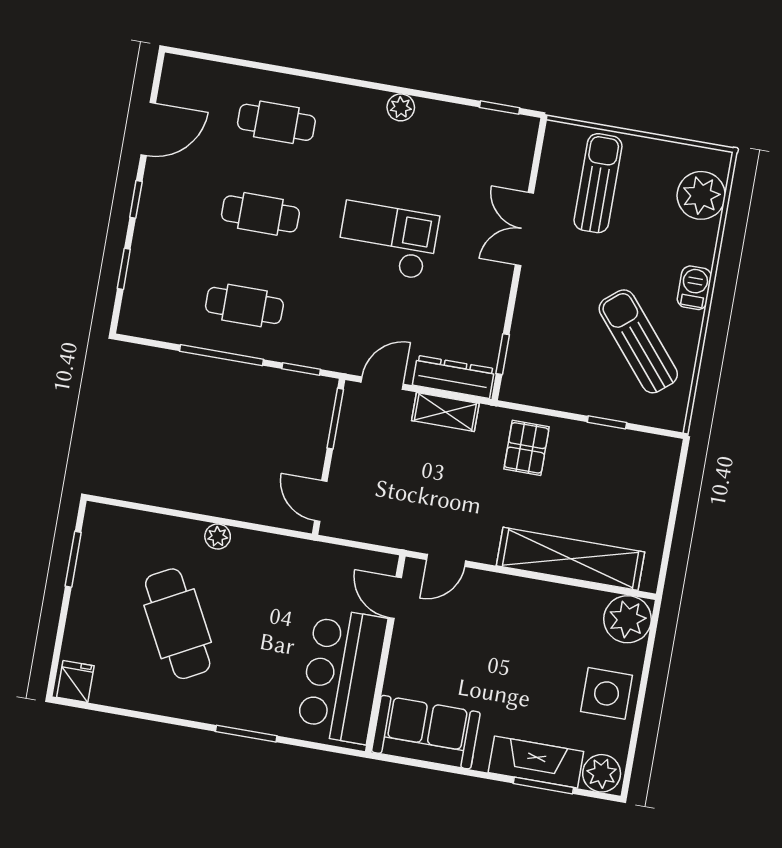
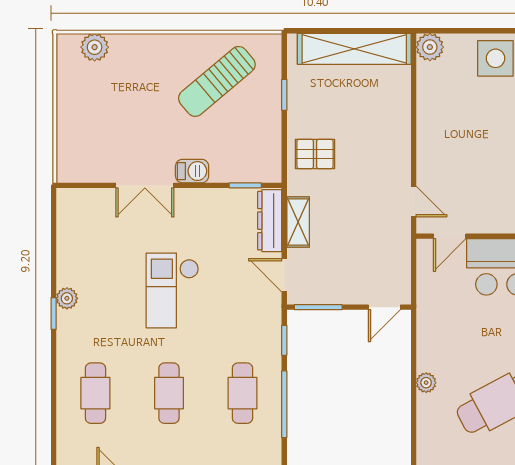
window: (500, 108) -> (54, 313), moved
sun lounger: (598, 183) -> (99, 134), removed
plant: (701, 195) -> (95, 47), width x0.73, depth x0.73
barbecue: (694, 288) -> (192, 171), moved, turned 180
shelving: (571, 559) -> (354, 49), moved, turned 90
plant: (628, 619) -> (430, 47), width x0.73, depth x0.73

